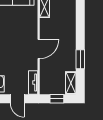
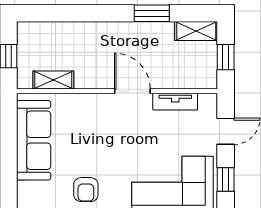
tv unit: (33, 83) -> (175, 102), moved

